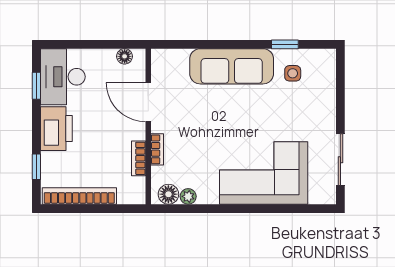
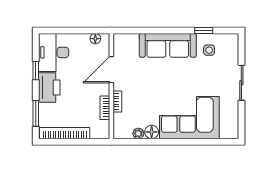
window: (36, 86) -> (36, 71), moved
door: (148, 102) -> (111, 70), hinge flipped
sliding door: (340, 160) -> (241, 83), moved
window: (36, 167) -> (36, 113), width x1.50
floor lamp: (168, 194) -> (152, 132), moved

